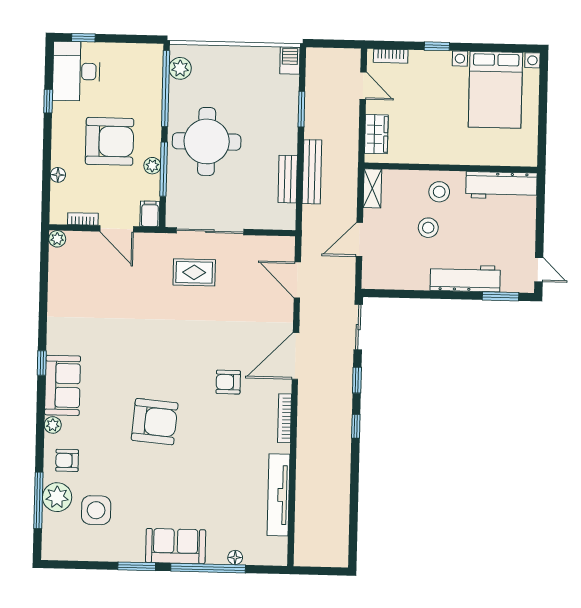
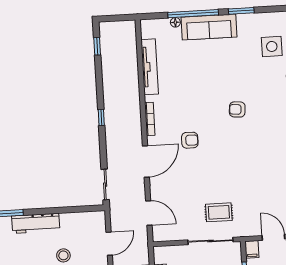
window: (357, 380) -> (97, 46), moved
armchair: (155, 422) -> (237, 109), width x0.53, depth x0.53
sofa: (176, 546) -> (209, 27), width x1.36

